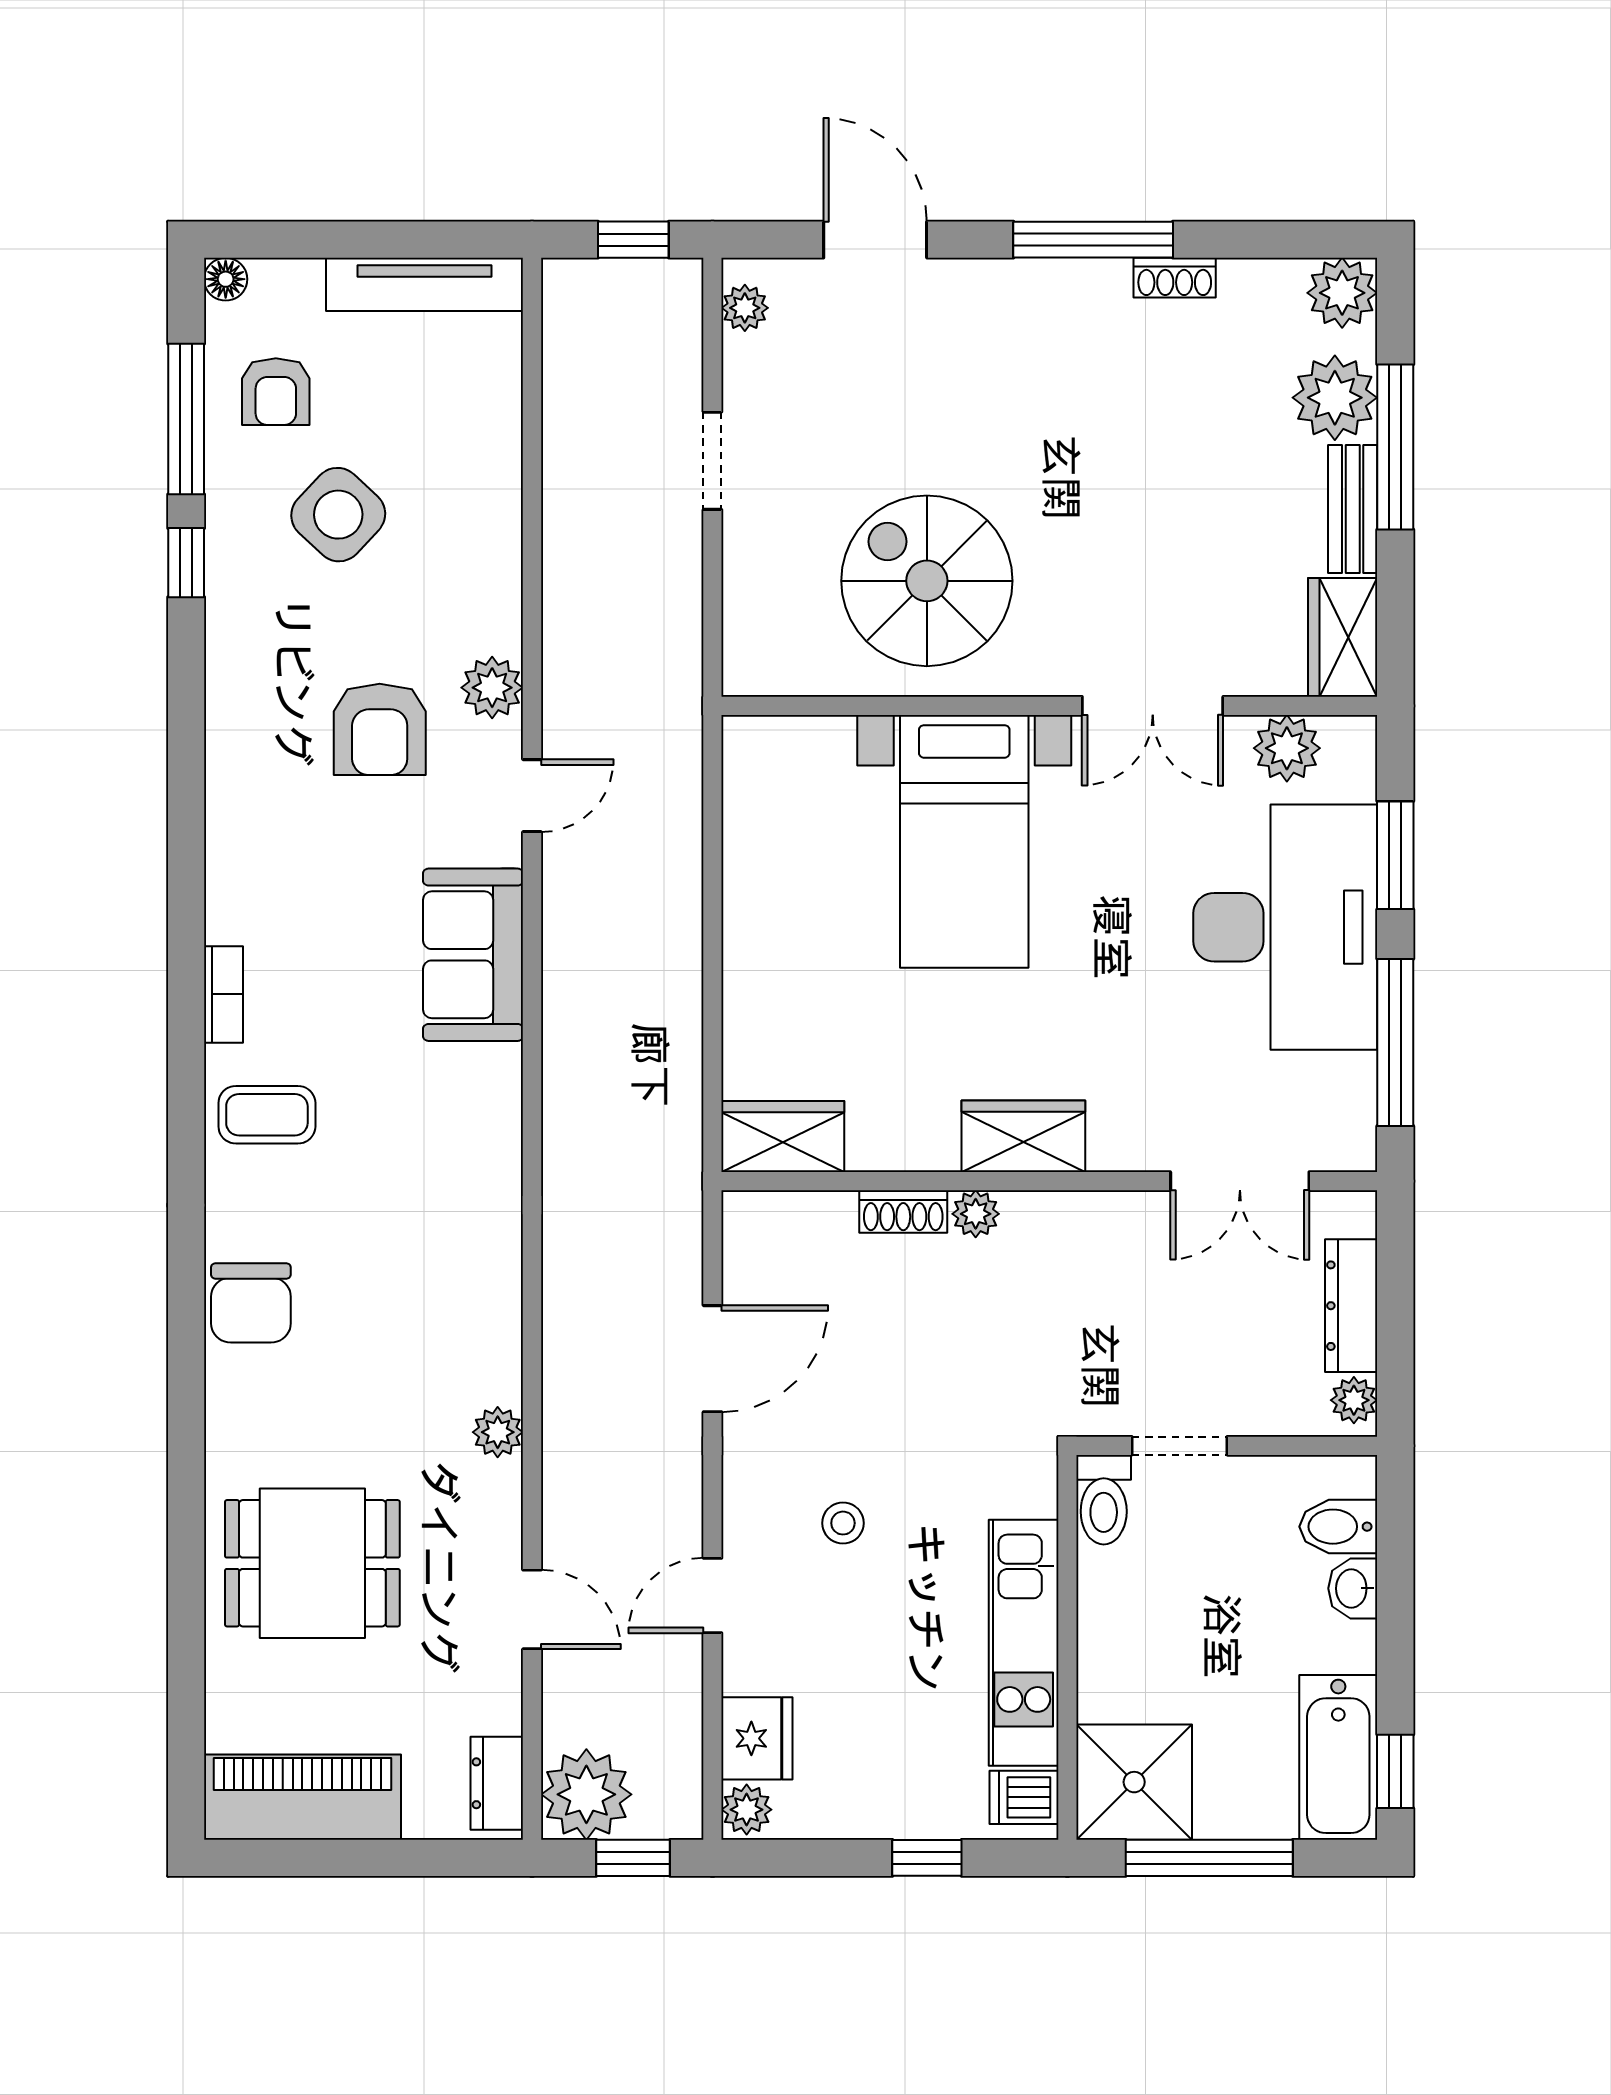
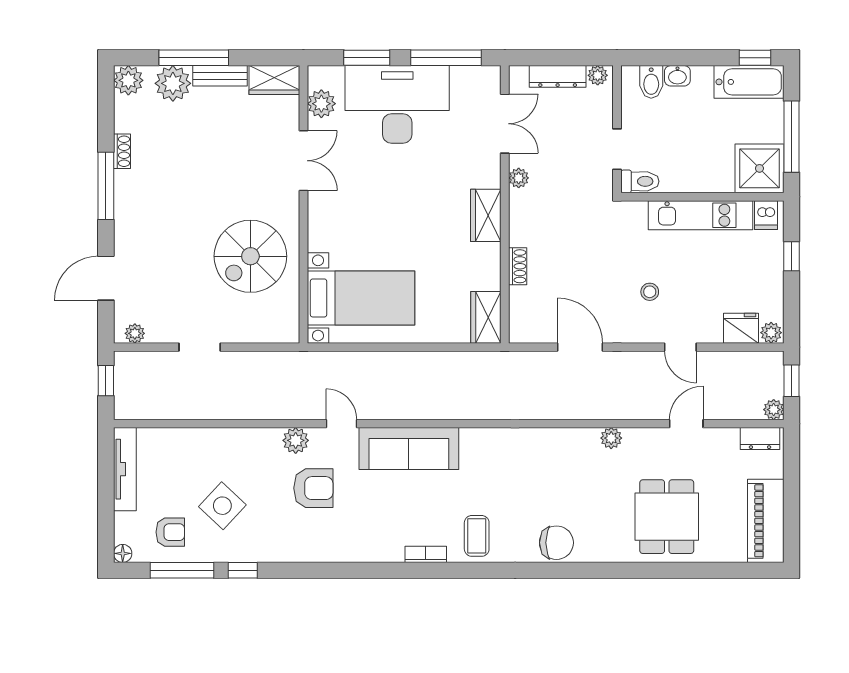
bed with nightstands: (964, 841) -> (361, 298), moved
sofa: (473, 955) -> (409, 449), width x1.36
plant: (976, 1214) -> (519, 178), moved
plant: (586, 1794) -> (774, 410), width x0.53, depth x0.53

